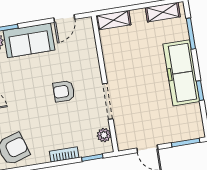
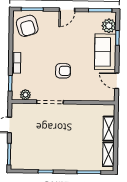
shelving: (113, 20) -> (109, 129), moved
freezer: (181, 73) -> (61, 160), removed
armchair: (64, 91) -> (63, 71), turned 90

